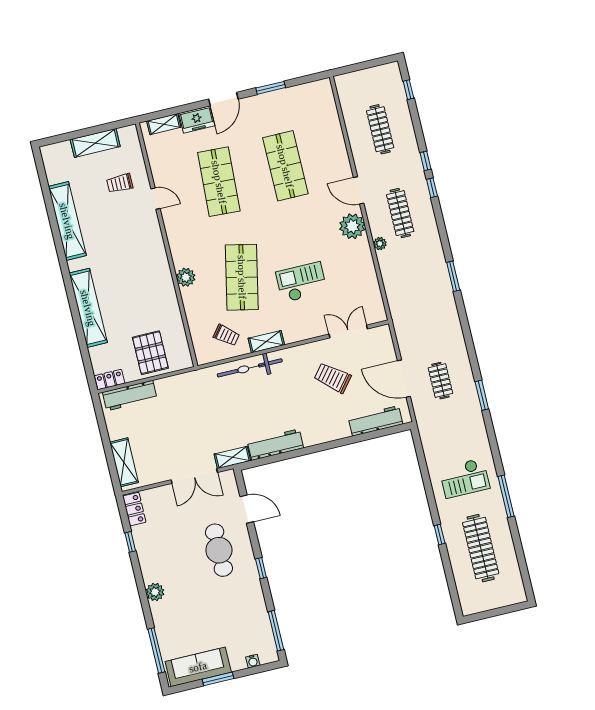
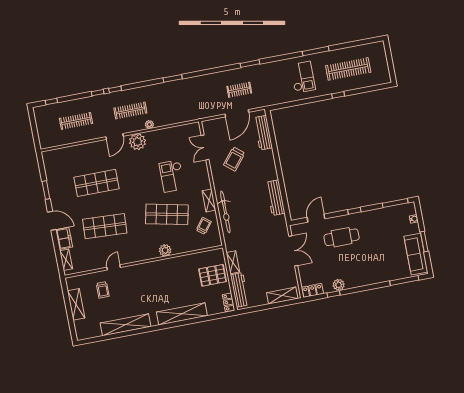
shelving: (232, 457) -> (233, 262), moved
plant: (155, 592) -> (339, 285), moved

